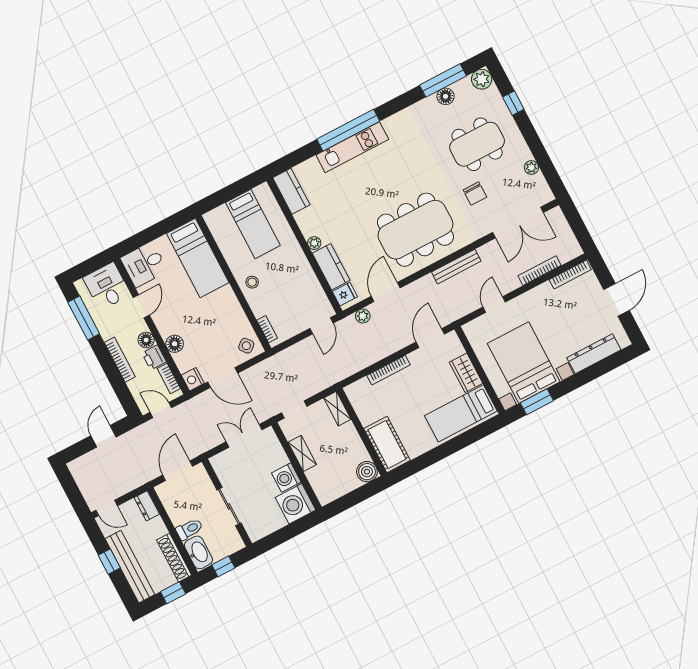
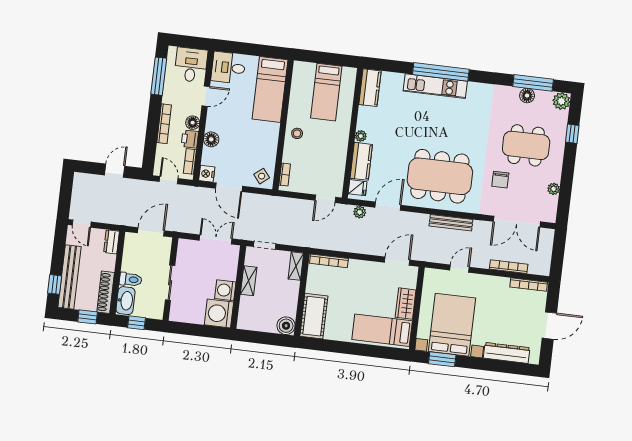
bookcase: (389, 370) -> (329, 261), moved
window: (109, 562) -> (55, 284), moved

